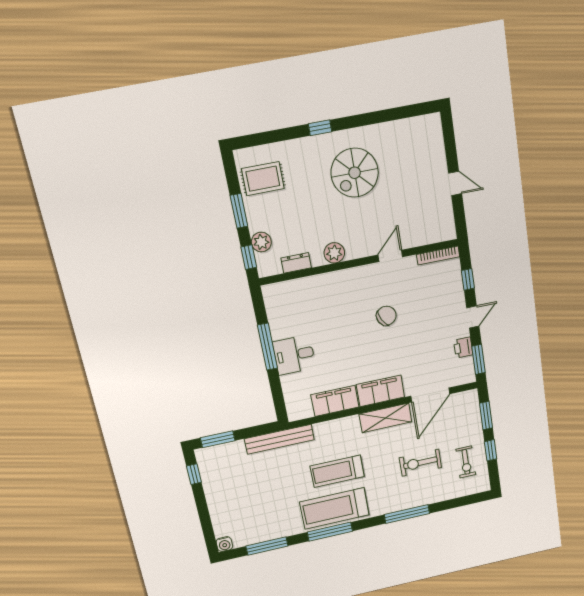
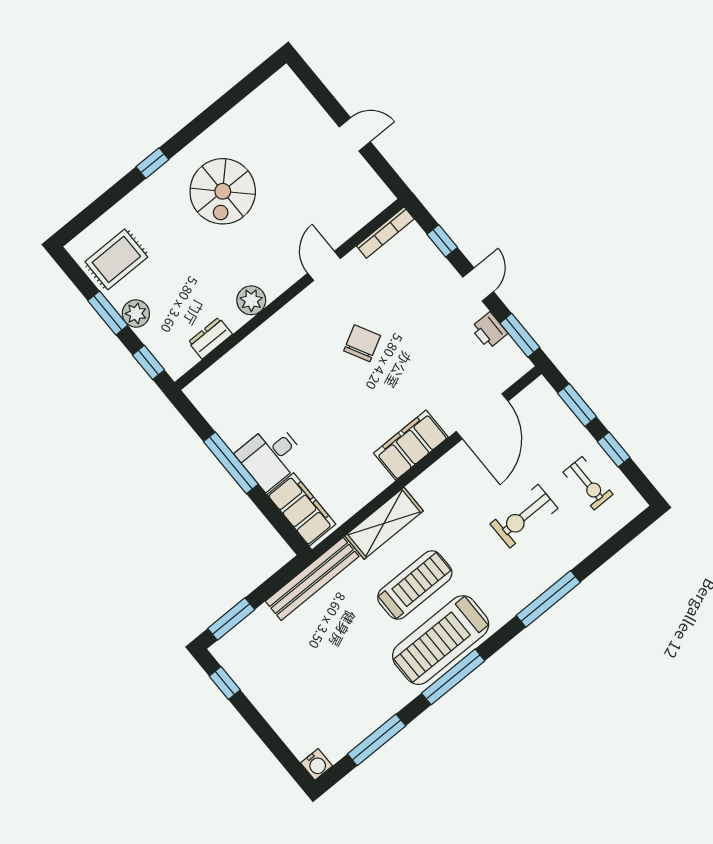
plant: (261, 242) -> (136, 314), moved
filing cabinet: (335, 401) -> (302, 509), moved, turned 90
shelving: (385, 418) -> (384, 523), moved
treadmill: (337, 471) -> (415, 585), turned 180

